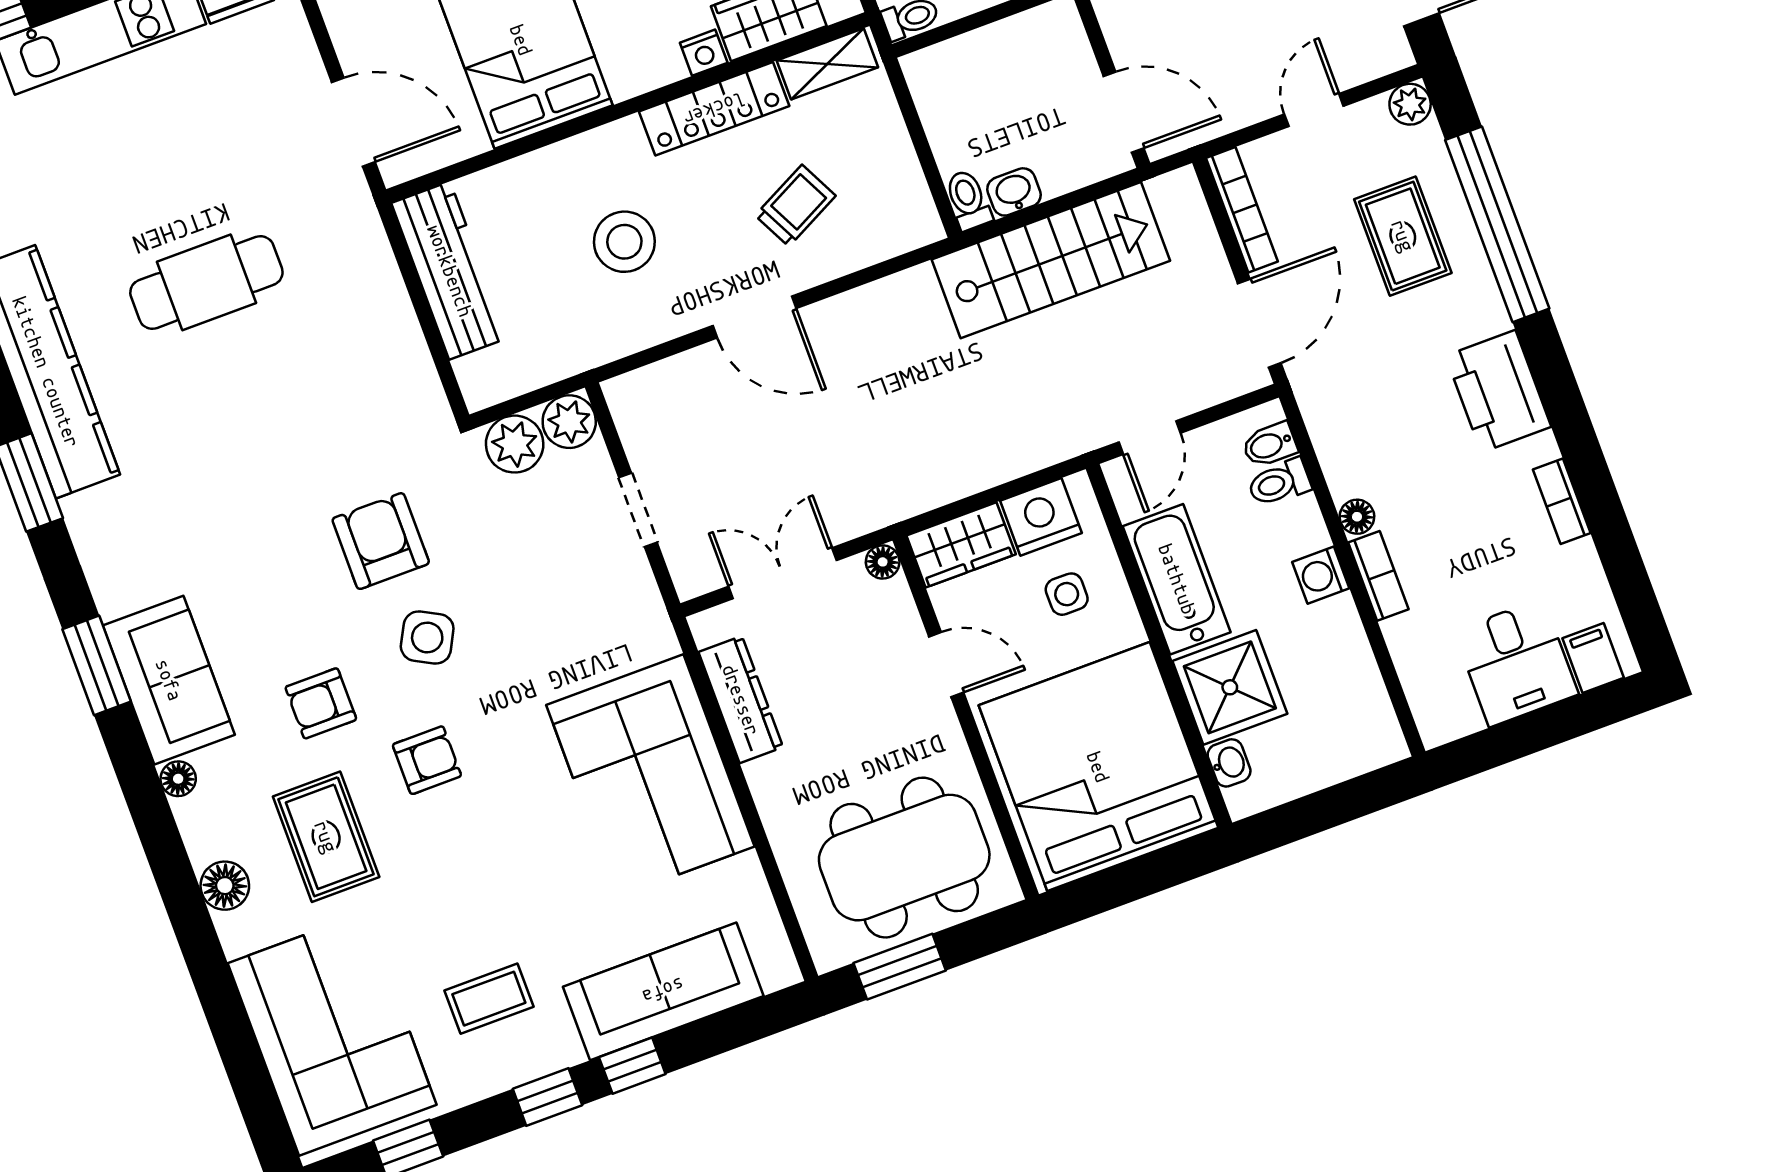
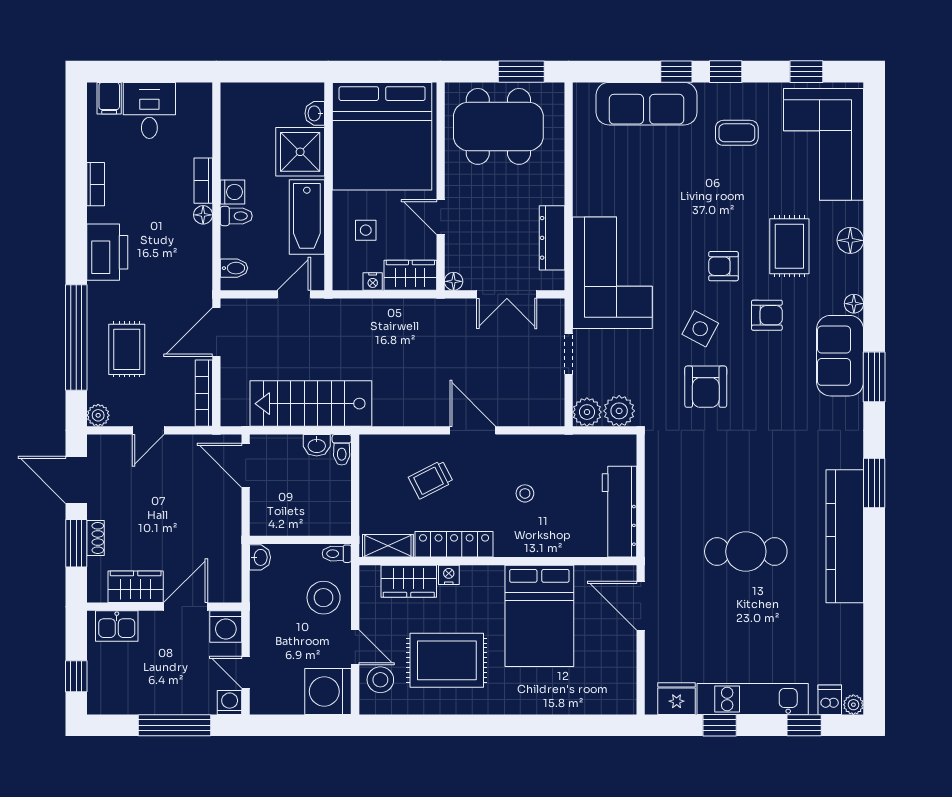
stool: (624, 242) -> (525, 493), width x0.53, depth x0.53
toilet: (1279, 483) -> (236, 216), moved
nightstand: (1041, 517) -> (373, 281), width x0.53, depth x0.56
corner sofa: (650, 776) -> (612, 273), moved

